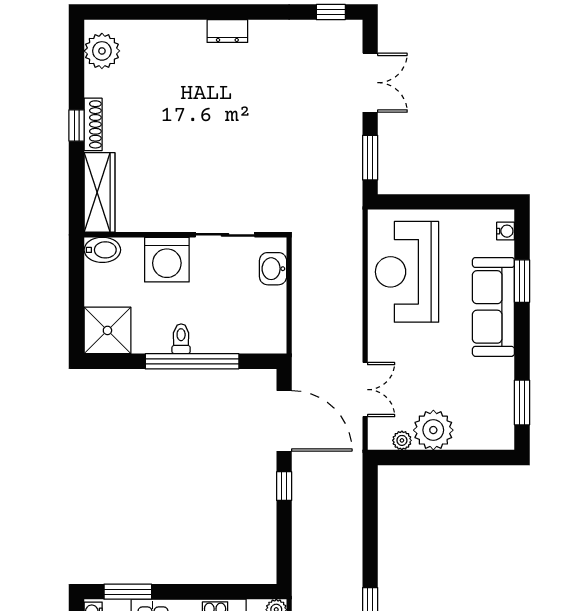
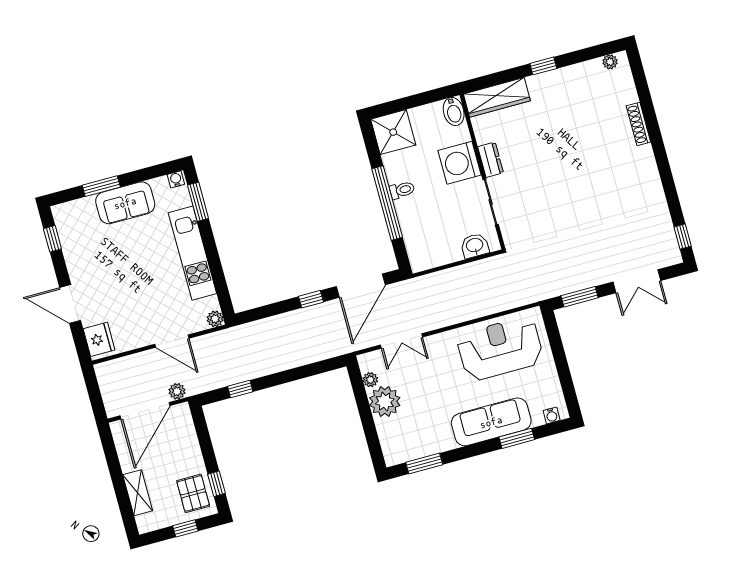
dresser: (227, 31) -> (491, 160), moved, turned 180
plant: (102, 51) -> (610, 62), width x0.53, depth x0.53
shoe rack: (93, 124) -> (638, 124), moved, turned 90

